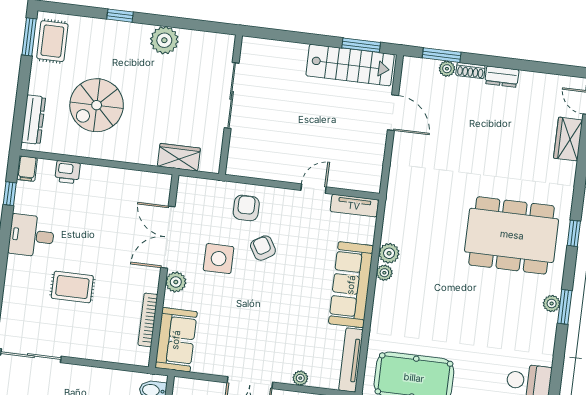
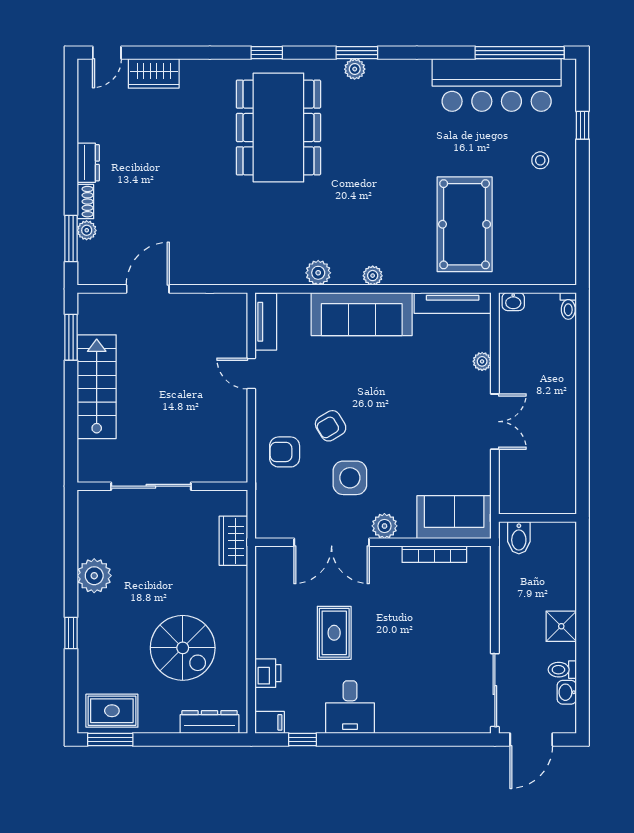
stairs: (350, 65) -> (97, 387), moved
plant: (384, 273) -> (373, 276), moved
rug: (72, 287) -> (334, 633), moved

